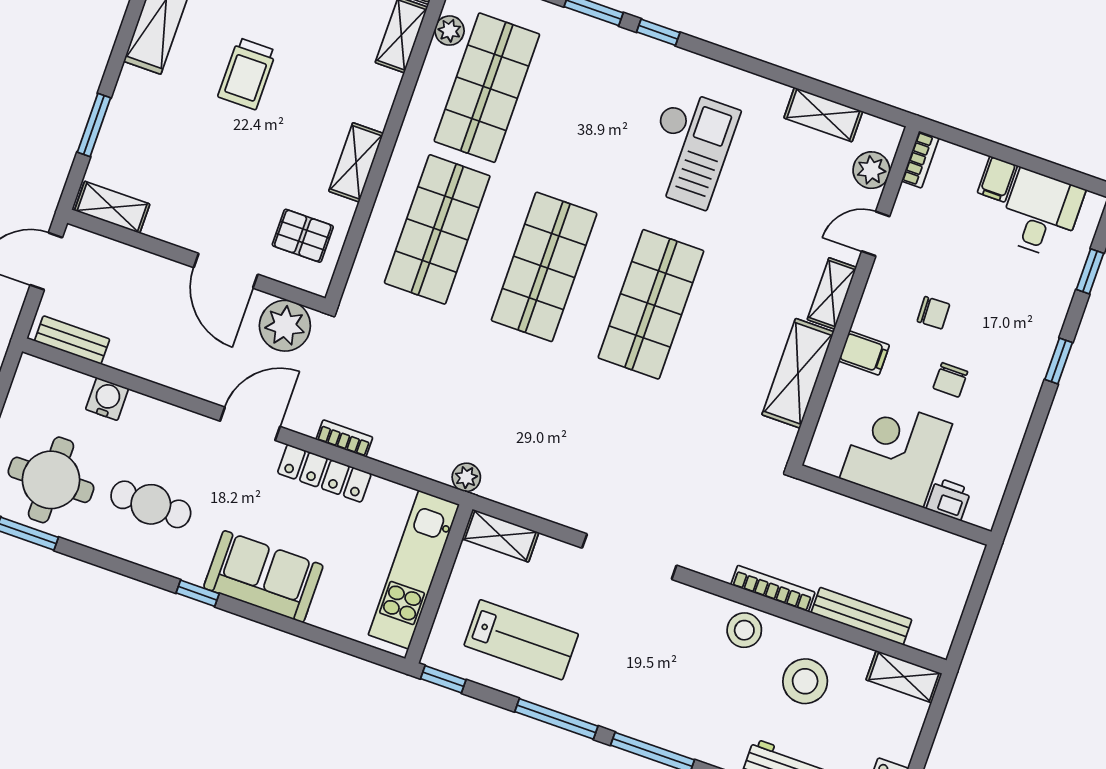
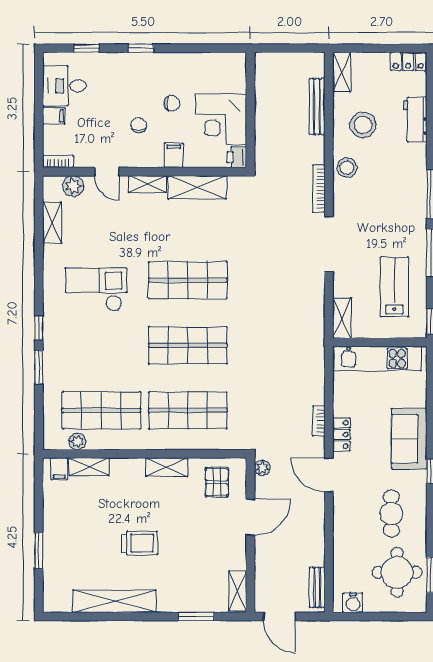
plant: (285, 326) -> (262, 468), width x0.53, depth x0.53
water cooler: (107, 399) -> (353, 603), moved, turned -90
locker: (324, 473) -> (342, 434), width x0.66
plant: (466, 477) -> (317, 347), removed
printer: (949, 499) -> (237, 157), moved
bookcase: (773, 589) -> (319, 189), moved

